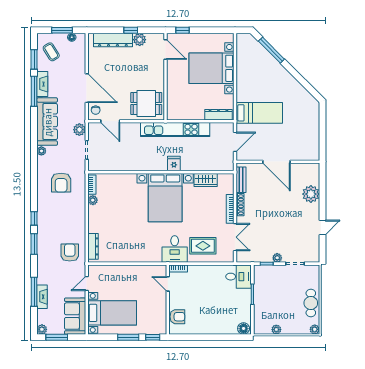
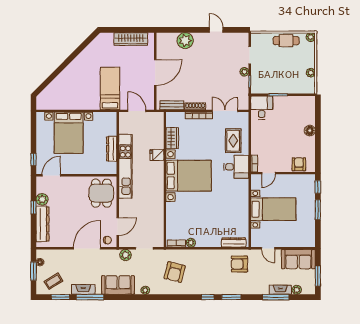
window: (271, 50) -> (52, 77), removed
dresser: (218, 115) -> (112, 149), moved
sofa: (47, 122) -> (118, 285), width x0.73
wardrobe: (313, 135) -> (131, 39), added
fridge: (174, 164) -> (157, 155), moved
armchair: (61, 183) -> (175, 272), turned 104
bed with nightstands: (112, 313) -> (273, 209), moved, turned 90
floor lamp: (244, 328) -> (310, 131), moved
plant: (42, 329) -> (297, 290), moved

